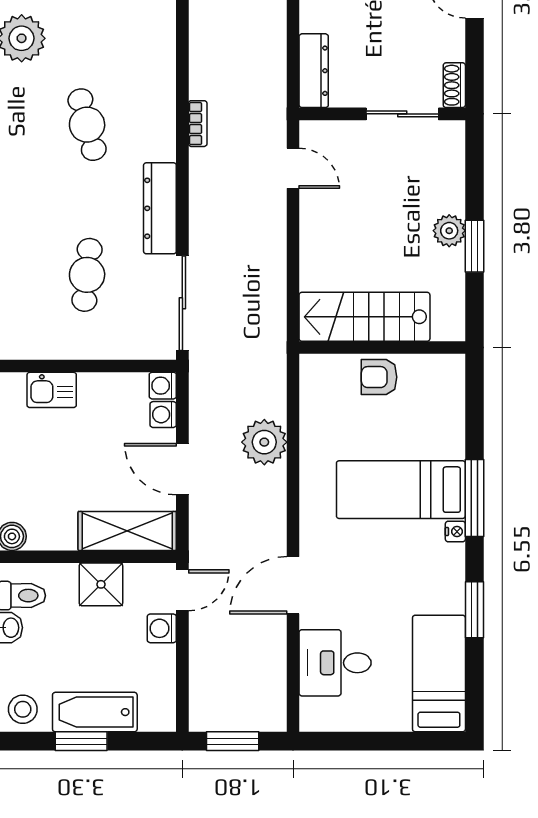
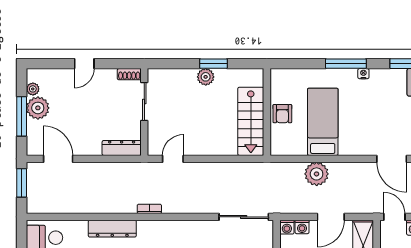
dresser: (160, 208) -> (112, 229), moved
bed: (401, 490) -> (323, 122), moved, turned 180

